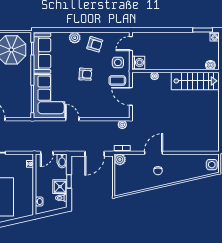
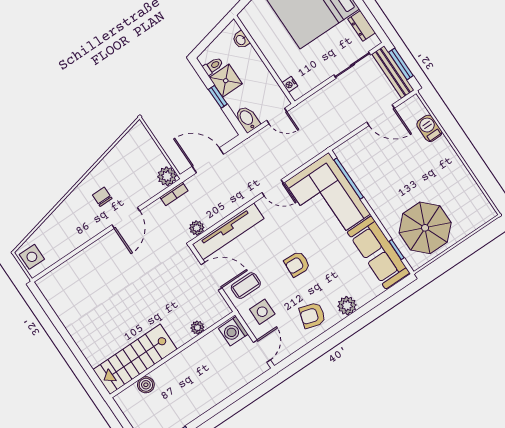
boiler: (210, 65) -> (146, 385), moved
tv unit: (108, 113) -> (228, 231), added
door: (47, 153) -> (277, 116), swing flipped
door: (95, 154) -> (208, 160), hinge flipped

